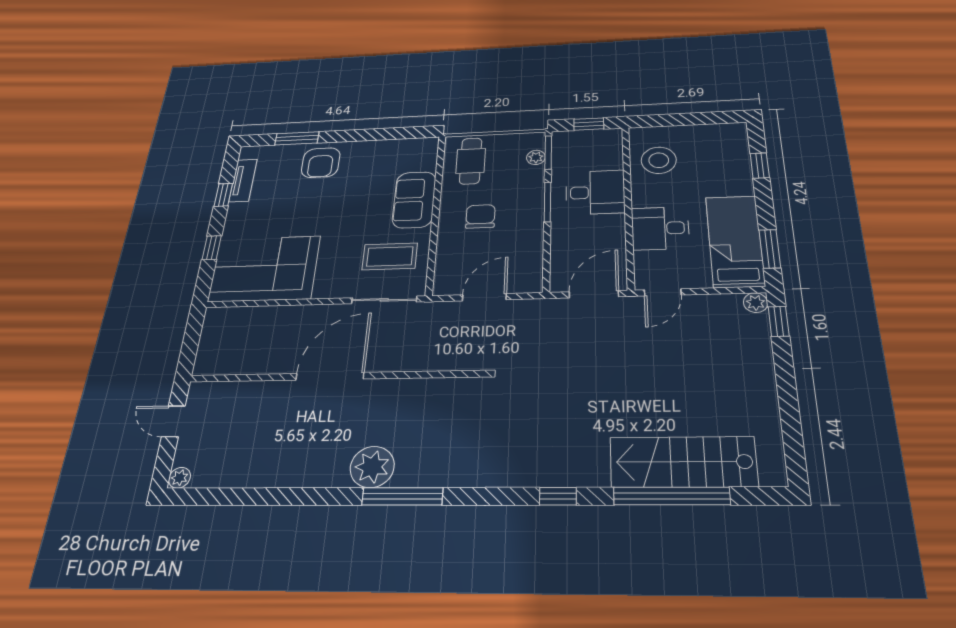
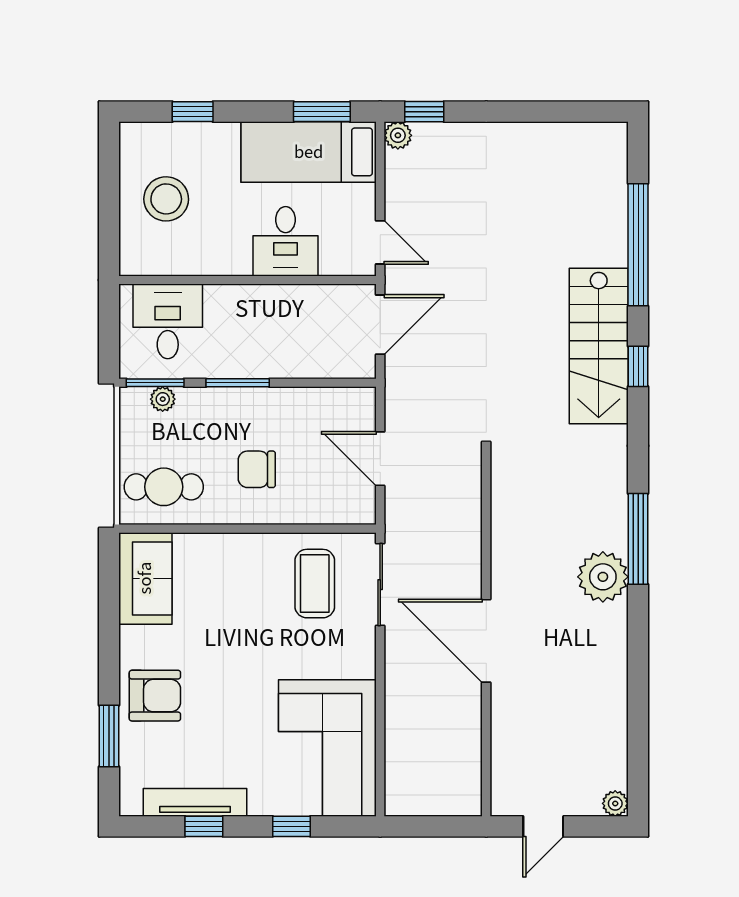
window: (589, 124) -> (109, 329), removed
stool: (659, 160) -> (166, 199), moved
tv unit: (243, 180) -> (195, 802), width x1.41
desk: (595, 192) -> (168, 321), moved
sofa: (414, 200) -> (145, 578), moved, turned -90
door: (594, 294) -> (380, 325), swing flipped
stairs: (683, 462) -> (599, 346), moved

